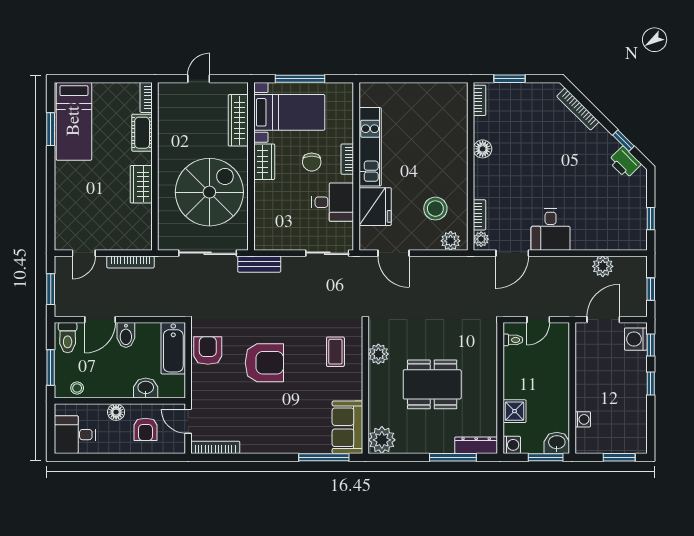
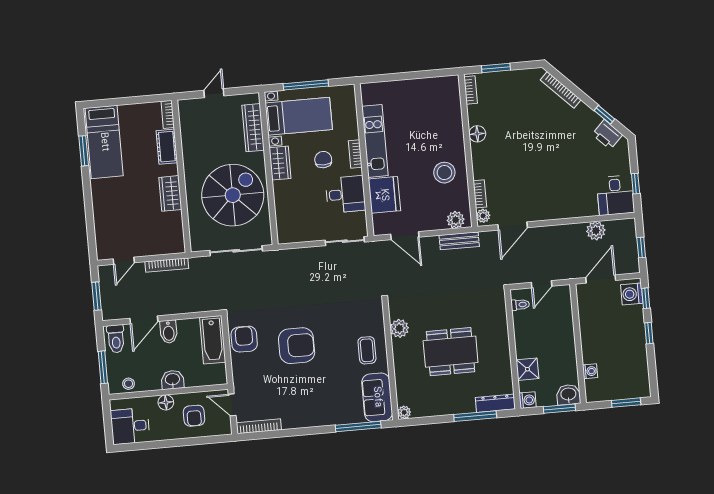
chair: (312, 162) -> (323, 160), turned 180
stool: (435, 209) -> (444, 173), moved
desk: (551, 230) -> (616, 195), moved
bench: (259, 264) -> (459, 241), moved
coffee table: (335, 352) -> (367, 350), moved
washbasin: (146, 388) -> (172, 380), moved
plant: (382, 440) -> (404, 412), width x0.53, depth x0.53

